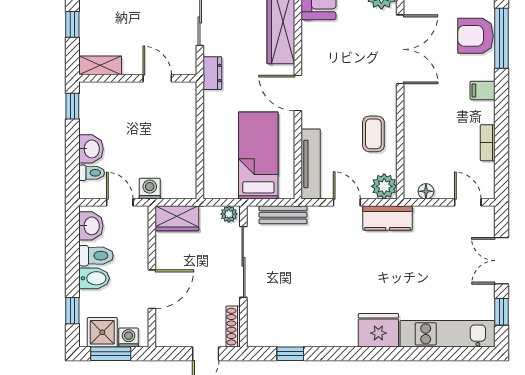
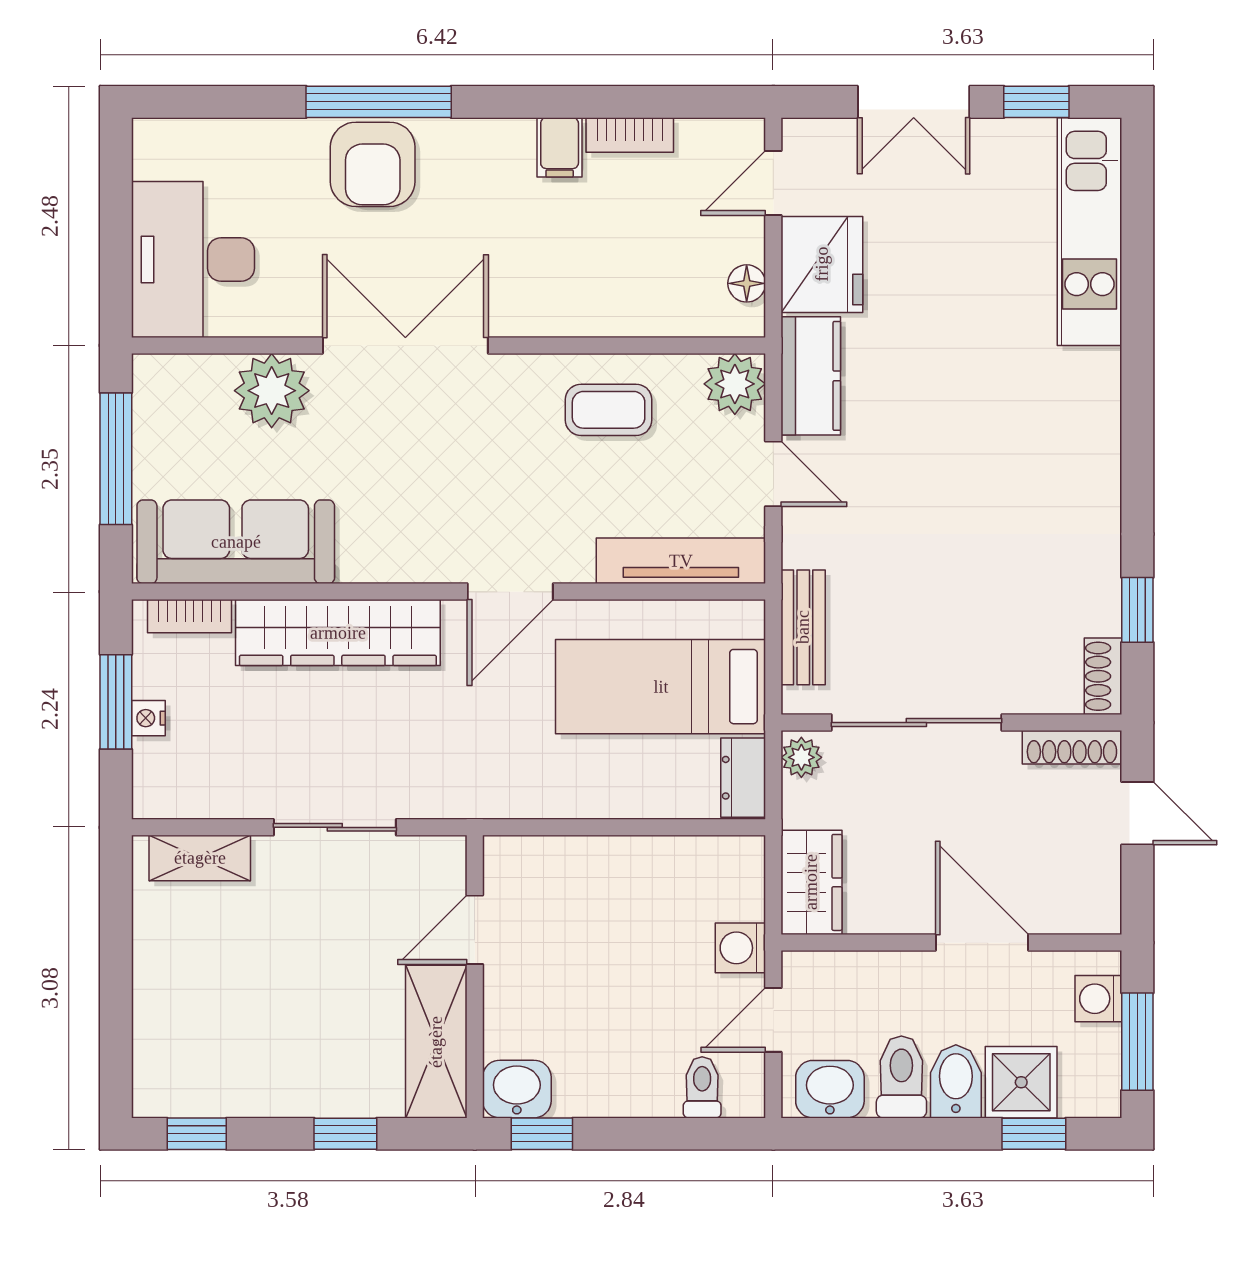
shelving: (100, 65) -> (436, 1042), width x1.50, depth x1.33
dresser: (212, 73) -> (743, 778), moved, turned -90
filing cabinet: (483, 91) -> (560, 147), moved
washbasin: (91, 149) -> (517, 1089), moved
door: (347, 202) -> (773, 474), swing flipped
fridge: (378, 330) -> (822, 264), moved, turned 180
shower: (102, 332) -> (1021, 1082), moved
shoe rack: (263, 339) -> (1103, 676), added

